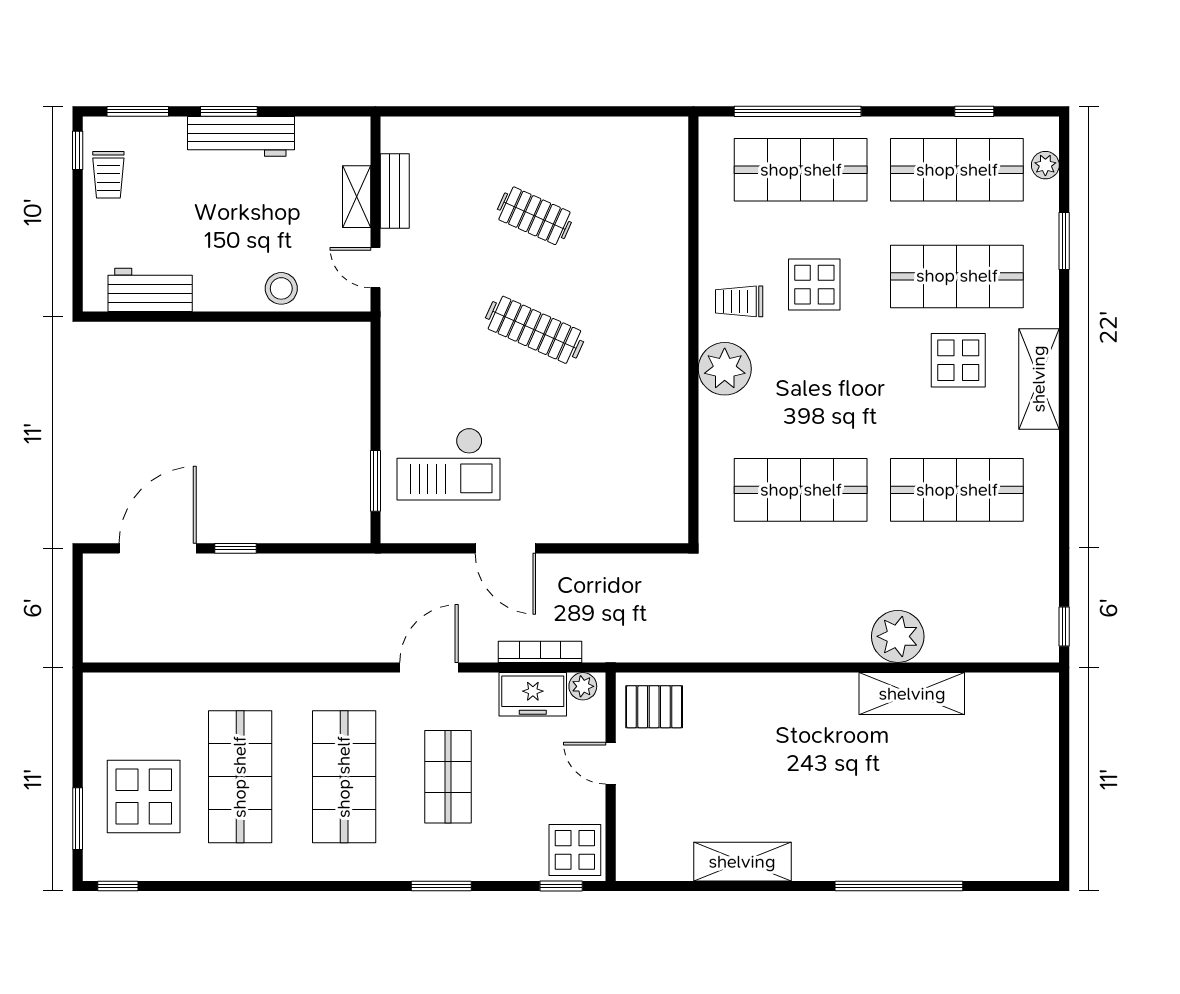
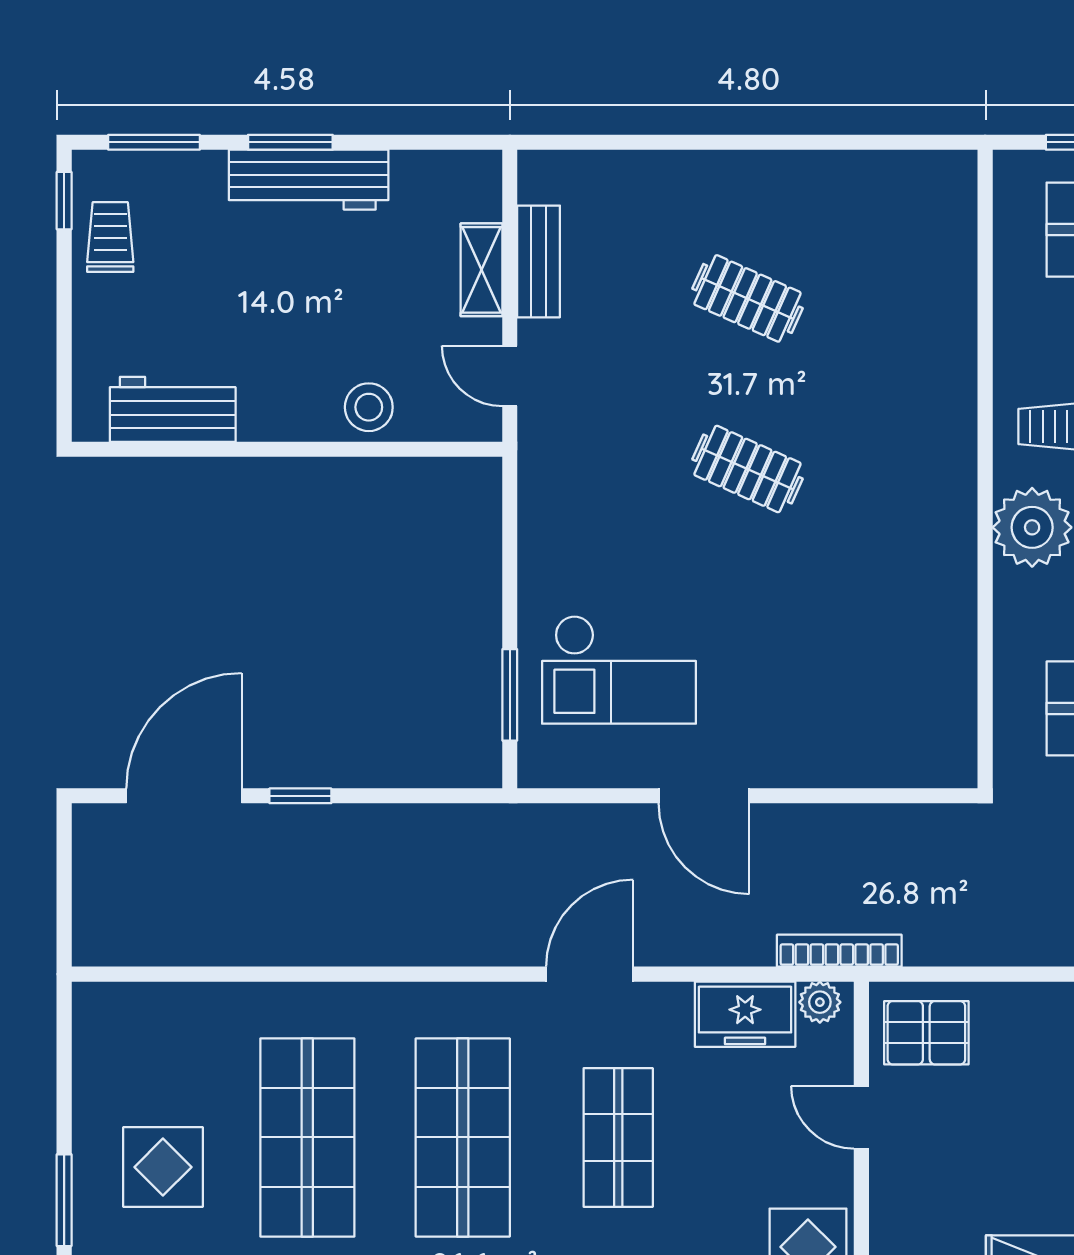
trolley: (108, 175) -> (110, 237), turned 180
clothes rail: (534, 330) -> (747, 469), width x0.73
bookcase: (540, 652) -> (839, 951), moved
display table: (144, 796) -> (163, 1167), width x0.73, depth x0.73

